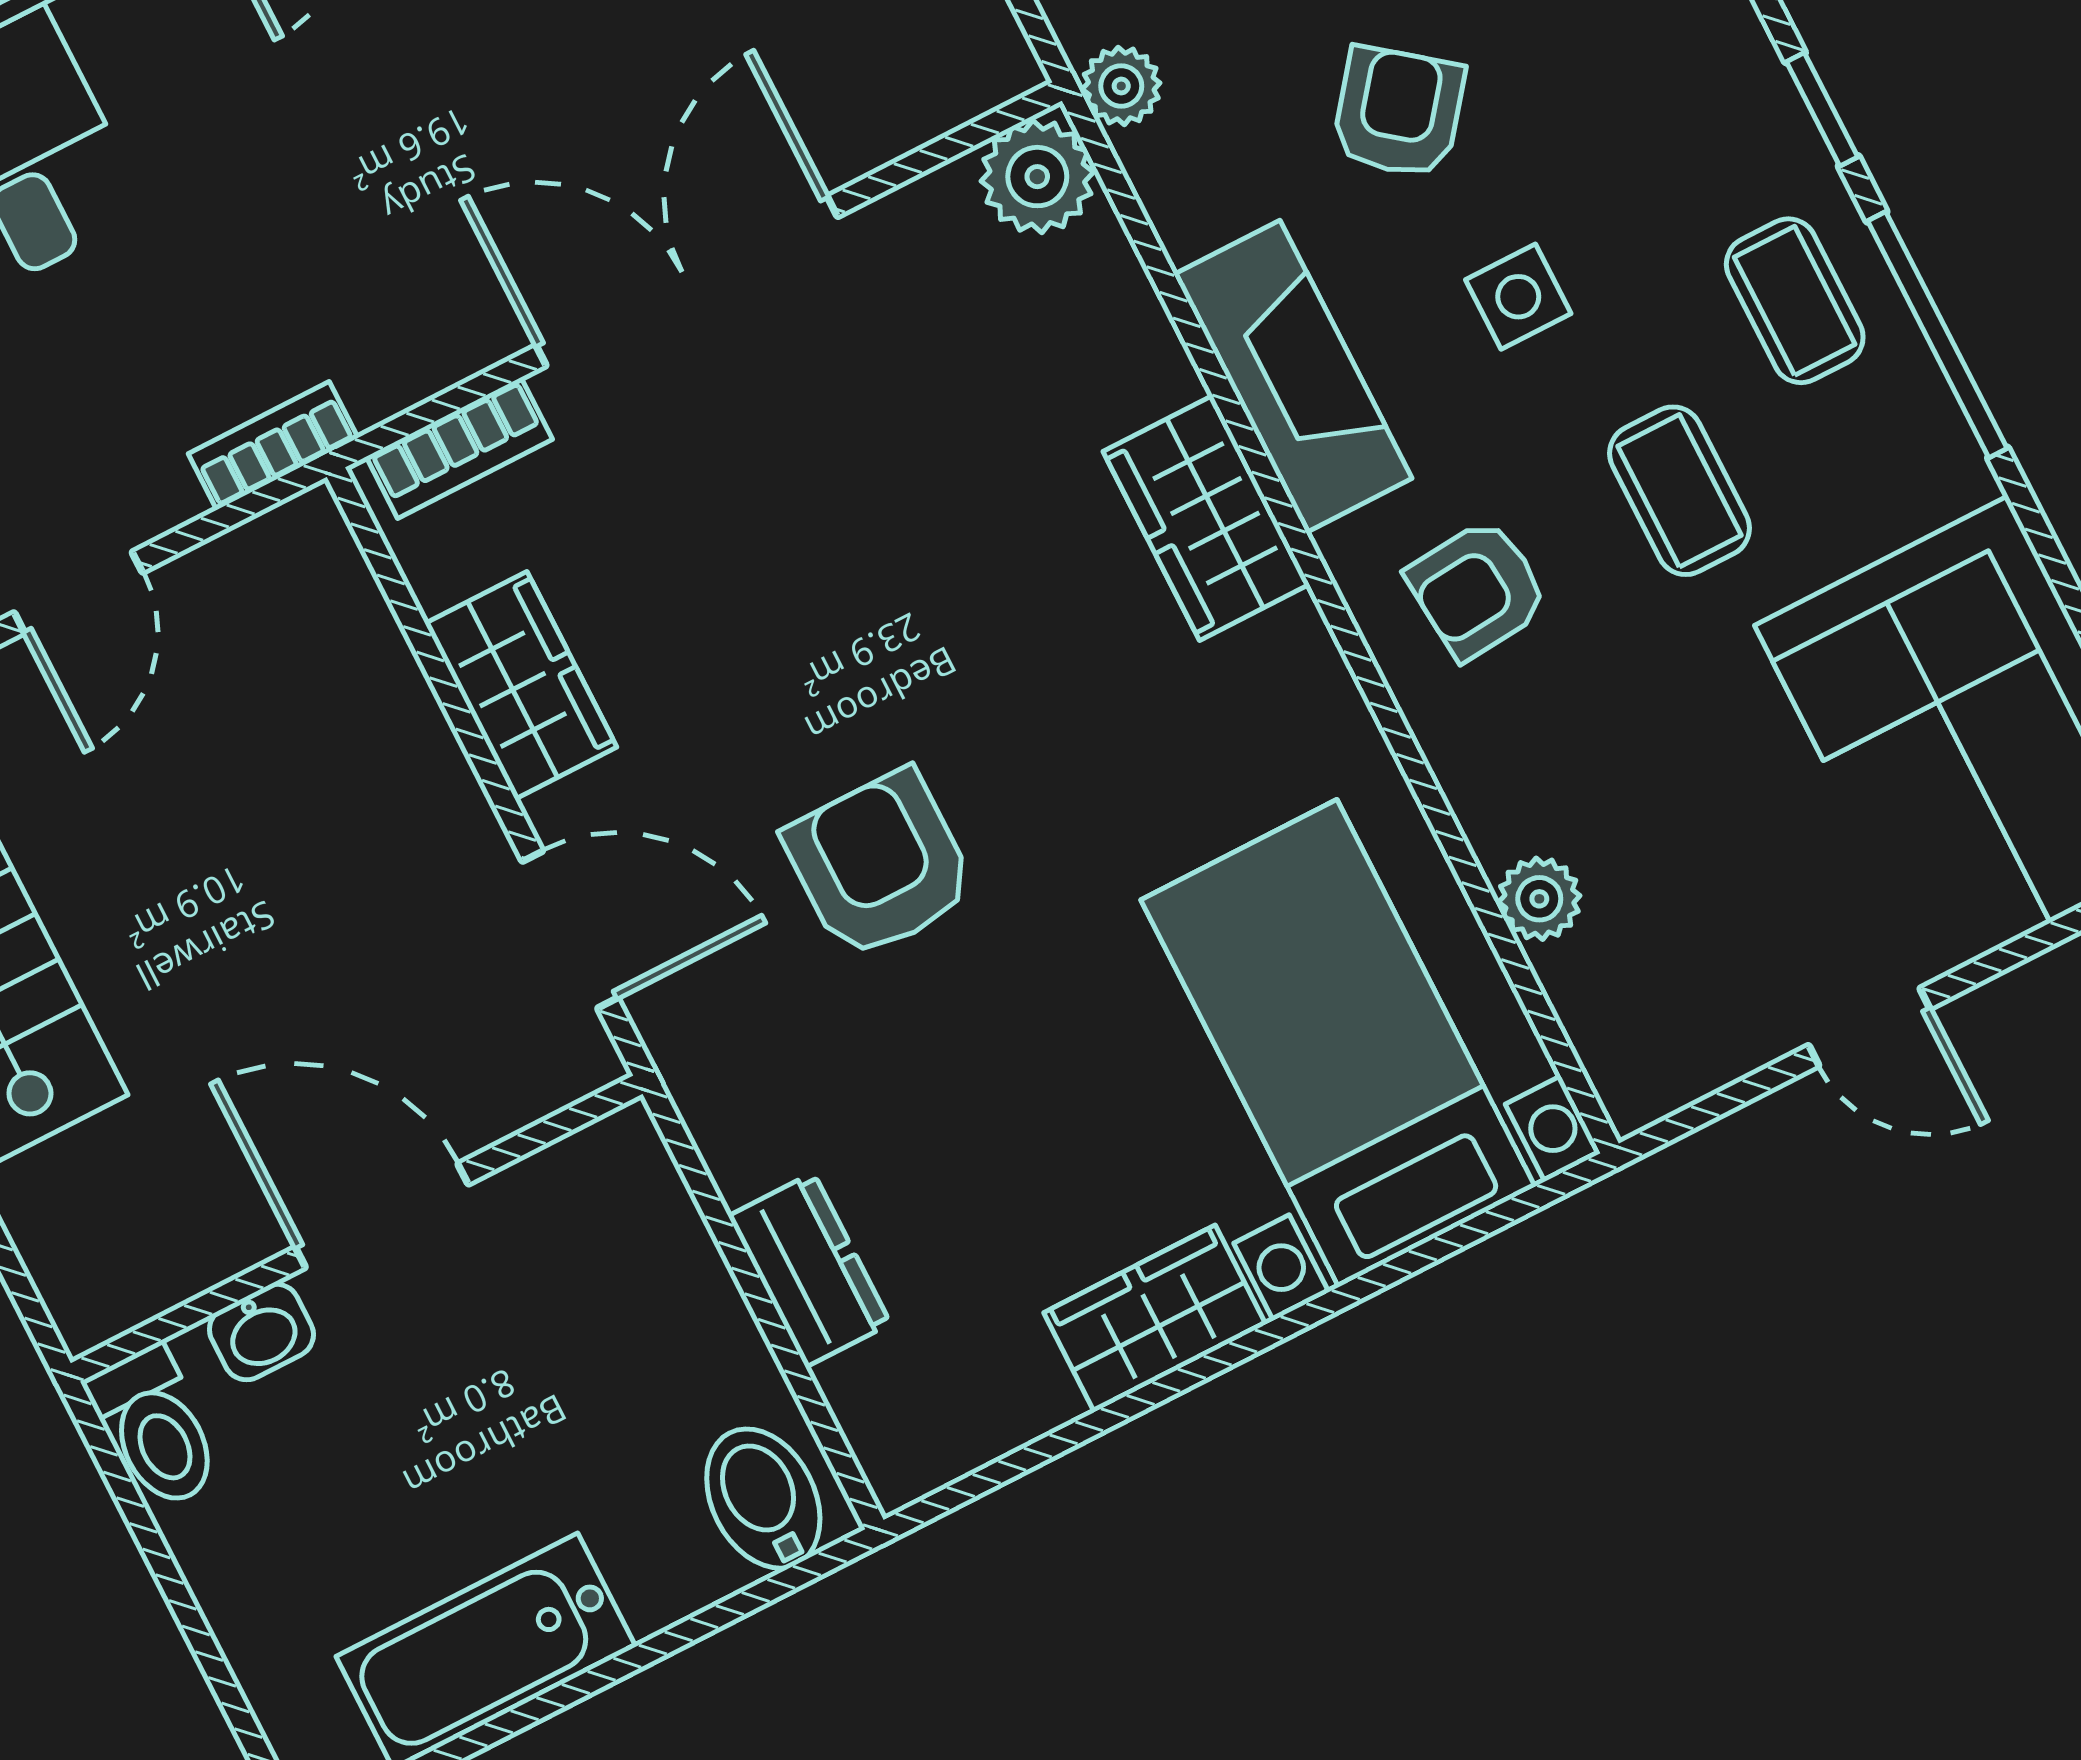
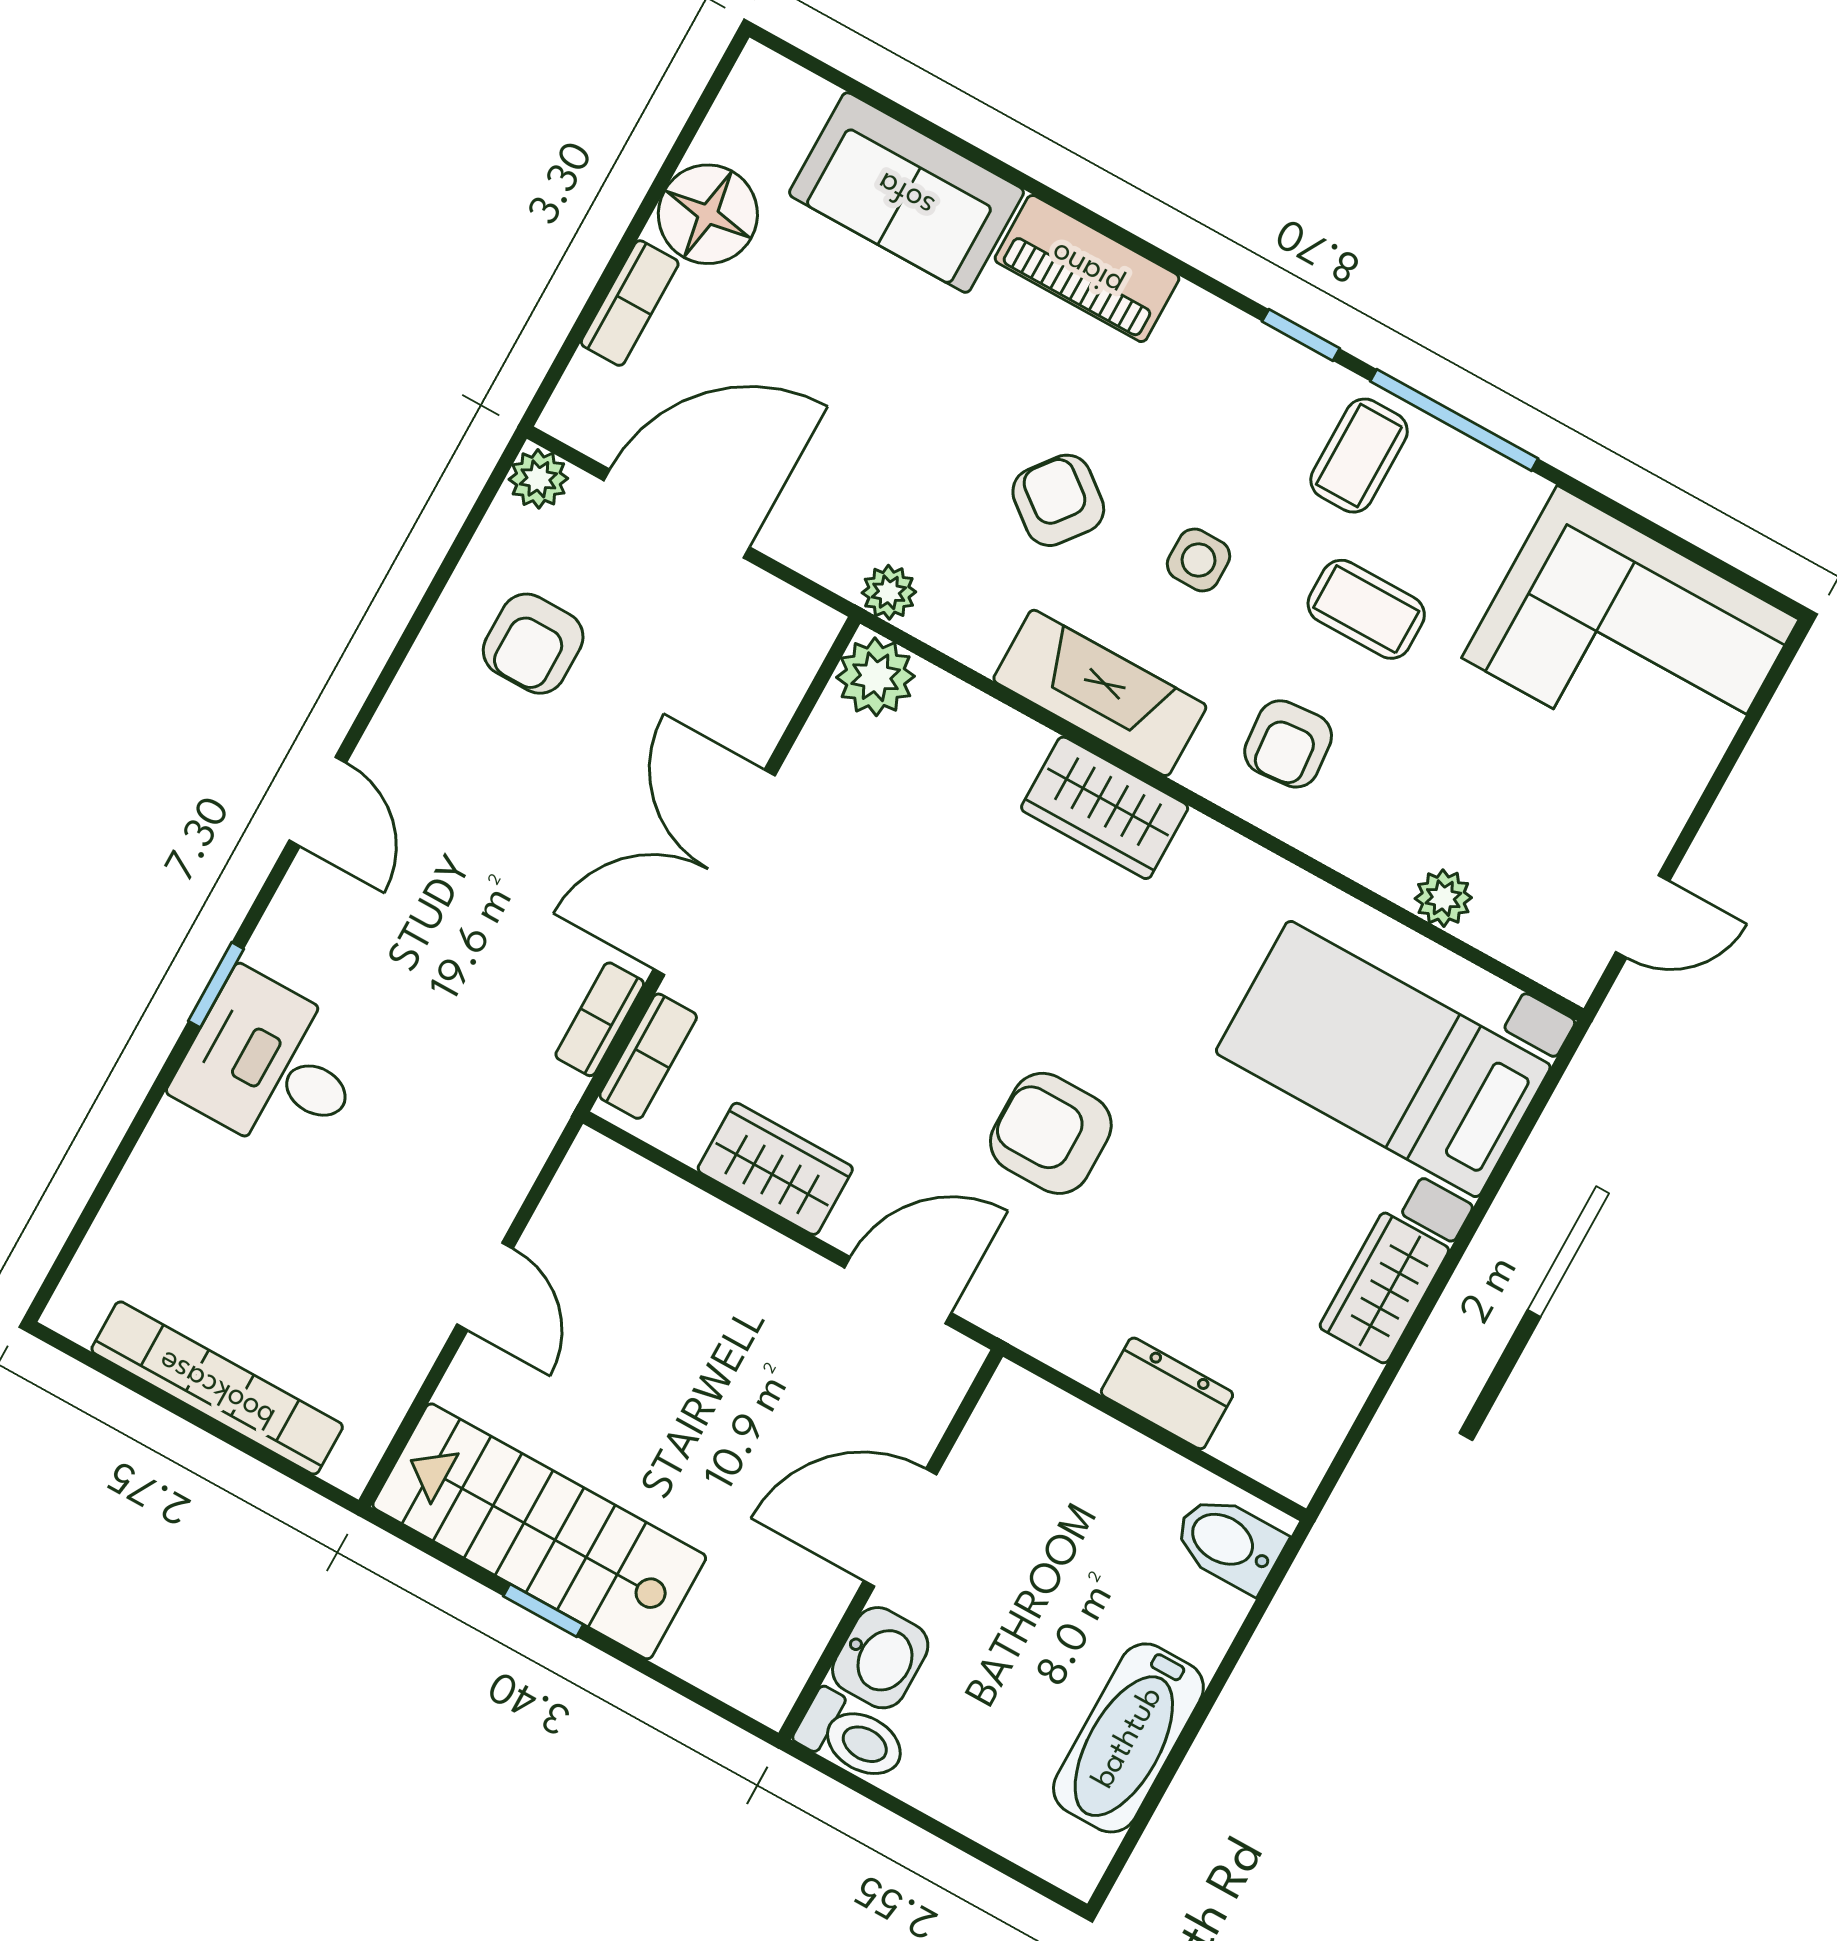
coffee table: (1795, 301) -> (1359, 456), turned 90
bookcase: (273, 446) -> (600, 1019), moved
door: (1869, 1027) -> (1643, 917), moved
washbasin: (261, 1332) -> (880, 1658), width x1.38, depth x1.45

